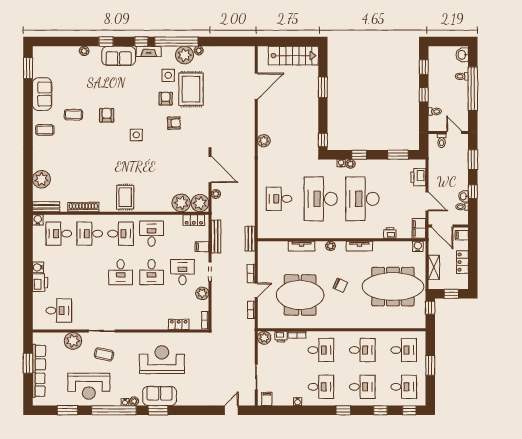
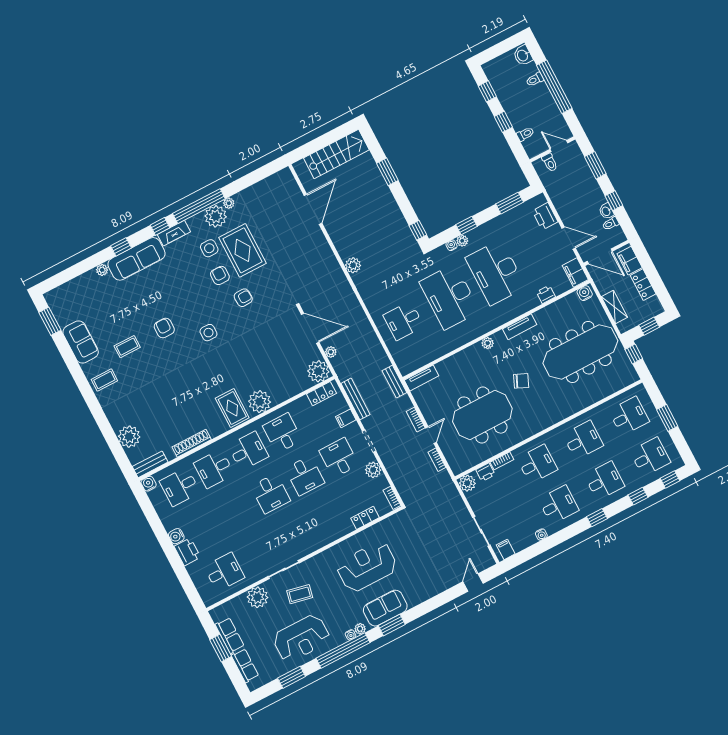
sofa: (119, 56) -> (137, 259), width x1.36
plant: (181, 203) -> (260, 402), moved
filing cabinet: (462, 235) -> (630, 261), width x2.00
tv unit: (302, 246) -> (422, 378), moved

